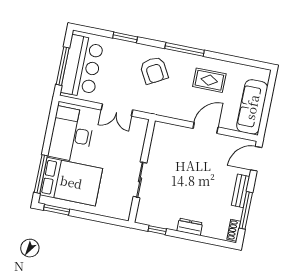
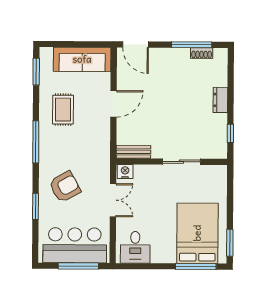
window: (249, 62) -> (36, 72), added
armchair: (154, 70) -> (65, 187), moved
nightstand: (141, 126) -> (125, 172), added
door: (206, 128) -> (114, 104), swing flipped
desk: (71, 135) -> (135, 247), width x0.53, depth x0.77
bench: (241, 191) -> (133, 152), moved
shoe rack: (234, 230) -> (202, 53), moved

